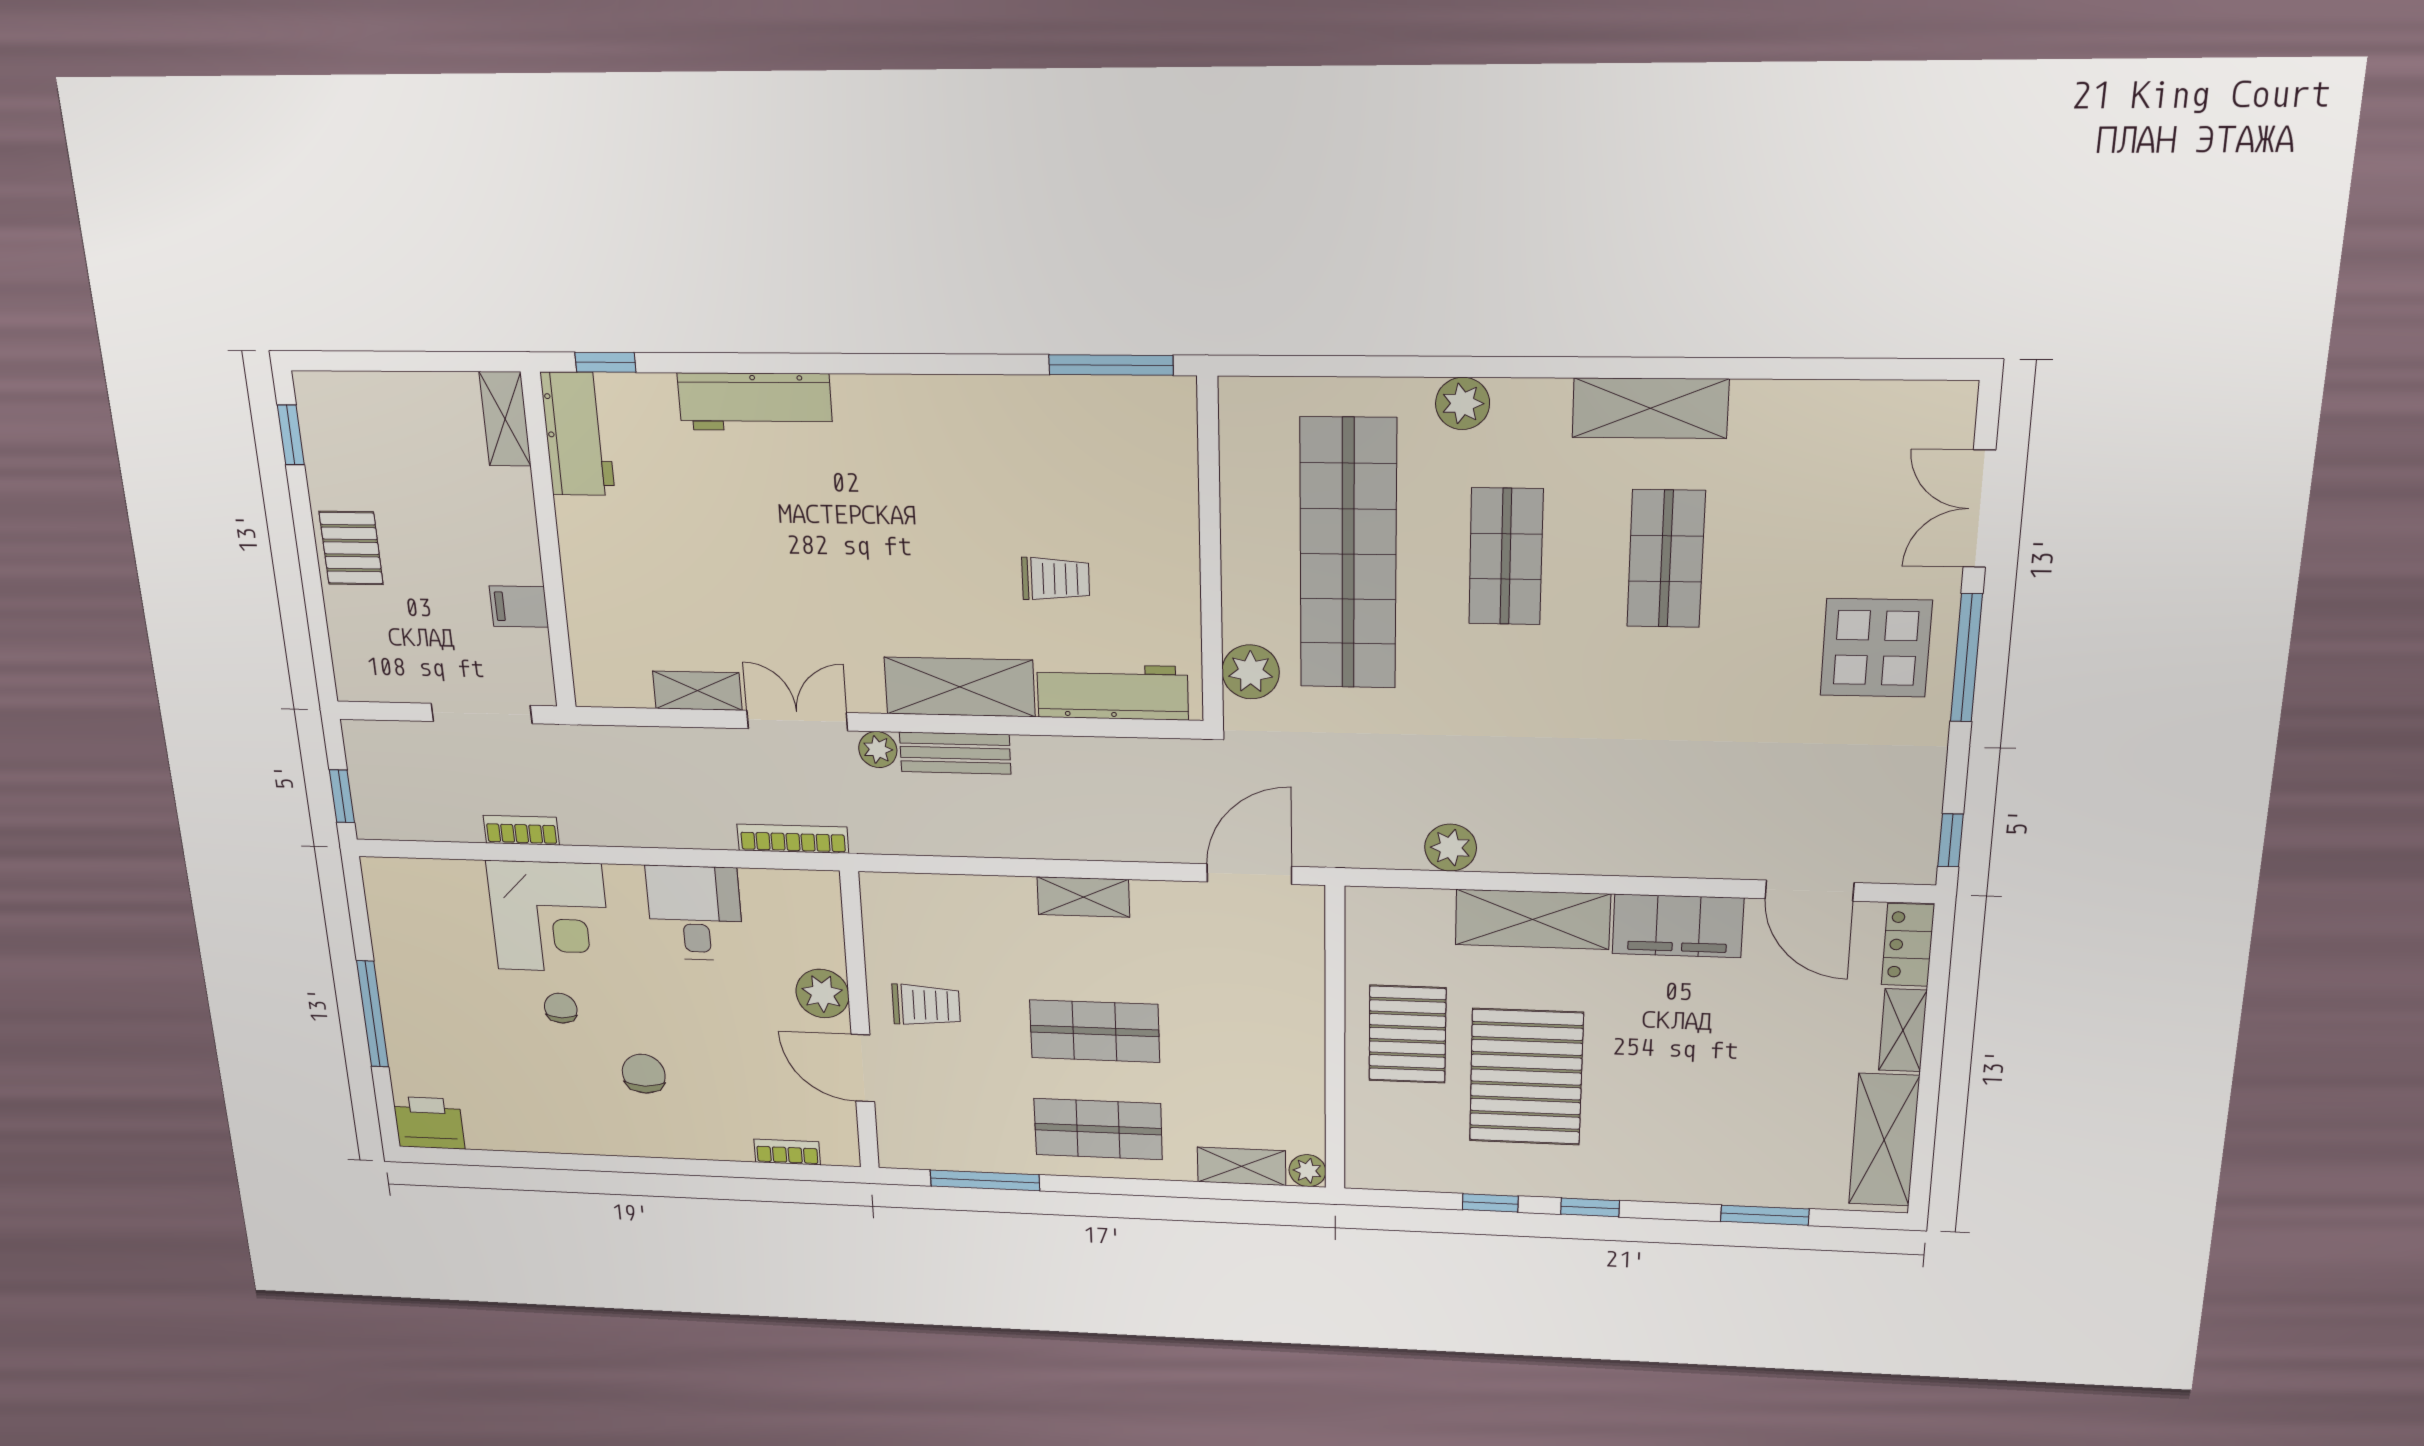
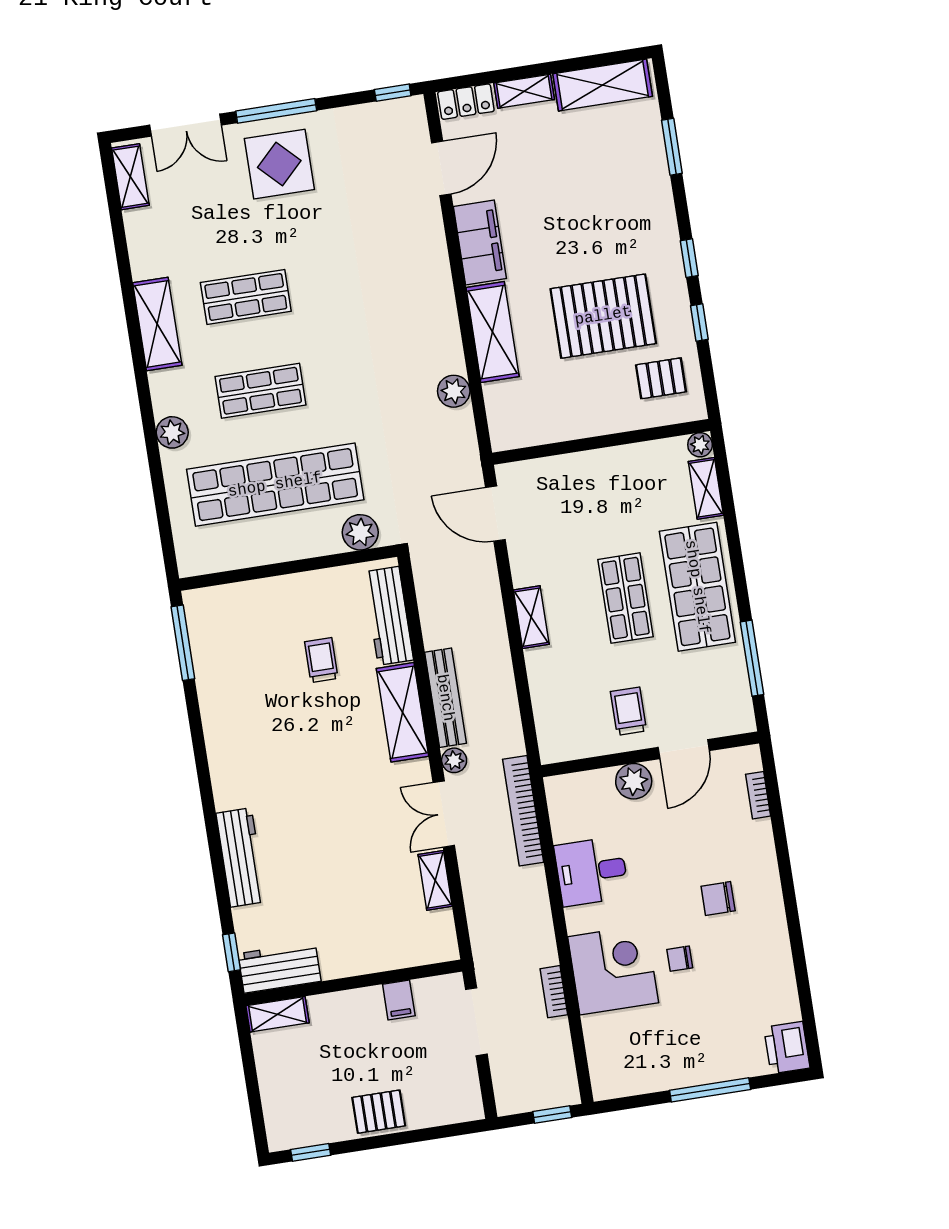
shelving: (1913, 404) -> (130, 177), added
bench: (955, 753) -> (445, 698), width x1.36
bookcase: (793, 839) -> (523, 811), width x1.48, depth x1.31
pallet: (1407, 1034) -> (661, 378), moved, width x0.67, depth x0.71
shop shelf: (1098, 1129) -> (697, 587), width x1.43, depth x1.36

